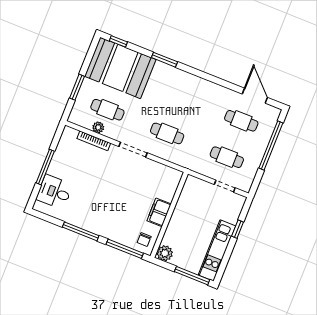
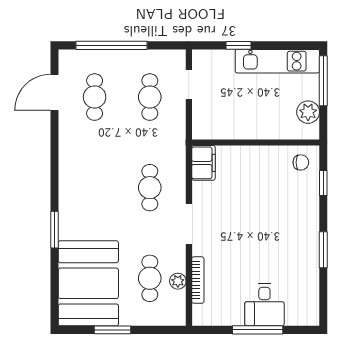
window: (118, 41) -> (54, 300), removed
window: (77, 87) -> (113, 330), moved
desk: (54, 192) -> (264, 305), moved
filing cabinet: (159, 212) -> (203, 163), moved, turned -90
window: (81, 231) -> (323, 250), width x0.69
window: (125, 249) -> (323, 183), width x0.46
plant: (165, 253) -> (308, 112), moved

